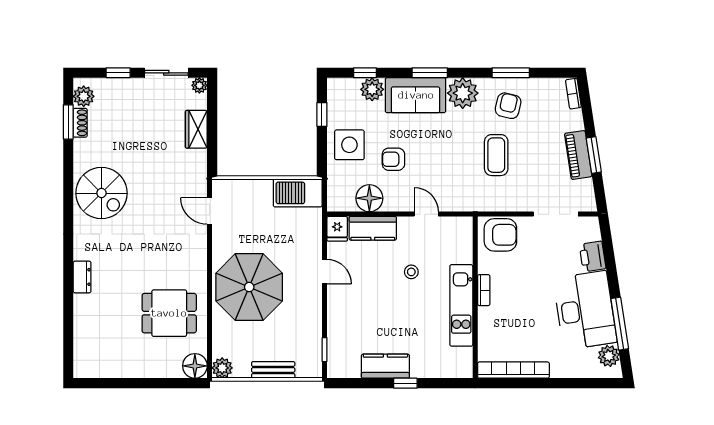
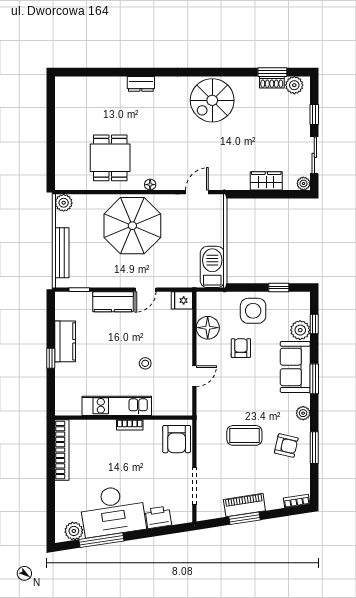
plant: (463, 93) -> (303, 413), width x0.53, depth x0.53
kitchen counter: (373, 228) -> (113, 302), moved, turned -90
floor lamp: (195, 366) -> (150, 185), moved, width x0.53, depth x0.53
bench: (273, 370) -> (62, 253), width x1.36

